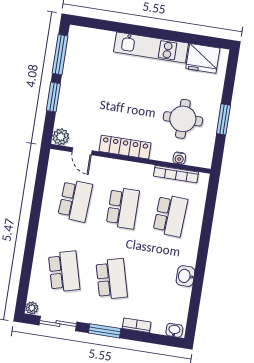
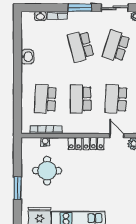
window: (223, 119) -> (18, 188), moved
school desk: (64, 272) -> (116, 46), turned 33
washbasin: (174, 330) -> (40, 16), moved

